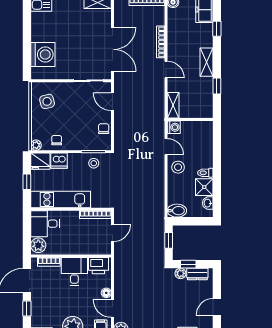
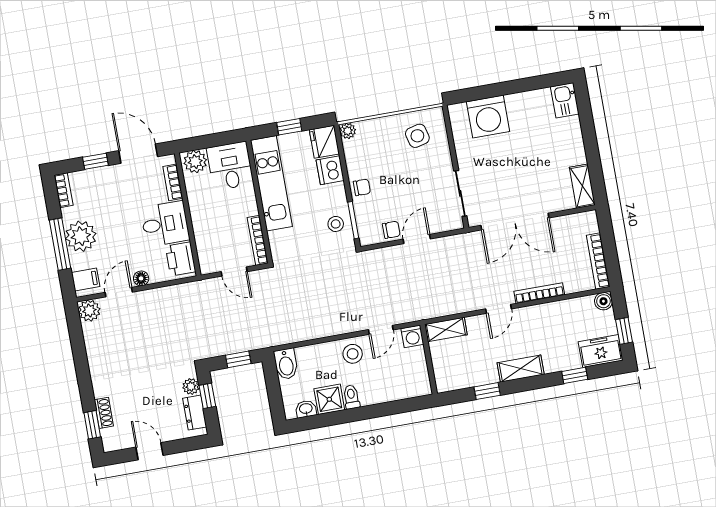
door: (112, 102) -> (417, 239), moved
chair: (57, 140) -> (362, 187), moved

